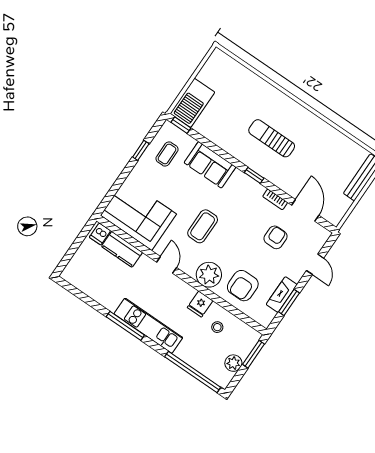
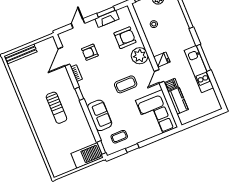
dishwasher: (100, 234) -> (171, 85), moved
fridge: (200, 304) -> (162, 60), moved
kitchen unit: (148, 326) -> (199, 69), moved

